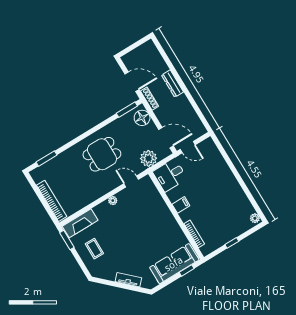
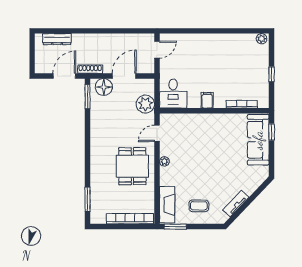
dresser: (173, 84) -> (57, 39), moved
door: (166, 138) -> (124, 76), moved
door: (188, 147) -> (157, 50), moved
dining table: (102, 154) -> (132, 166), moved
tv unit: (128, 280) -> (236, 204), moved

